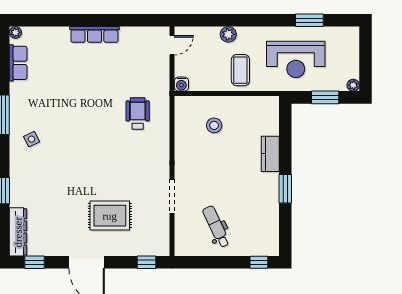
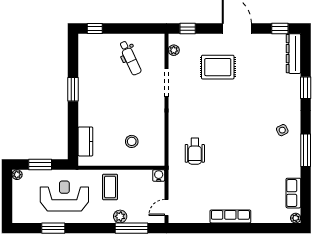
window: (214, 20) -> (131, 228), added
kitchen counter: (270, 154) -> (85, 141), moved
plant: (163, 236) -> (174, 50), added

